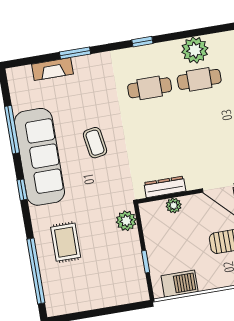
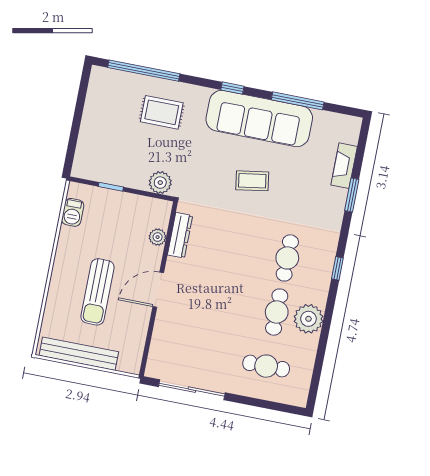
barbecue: (180, 284) -> (73, 212), width x0.73, depth x0.79

